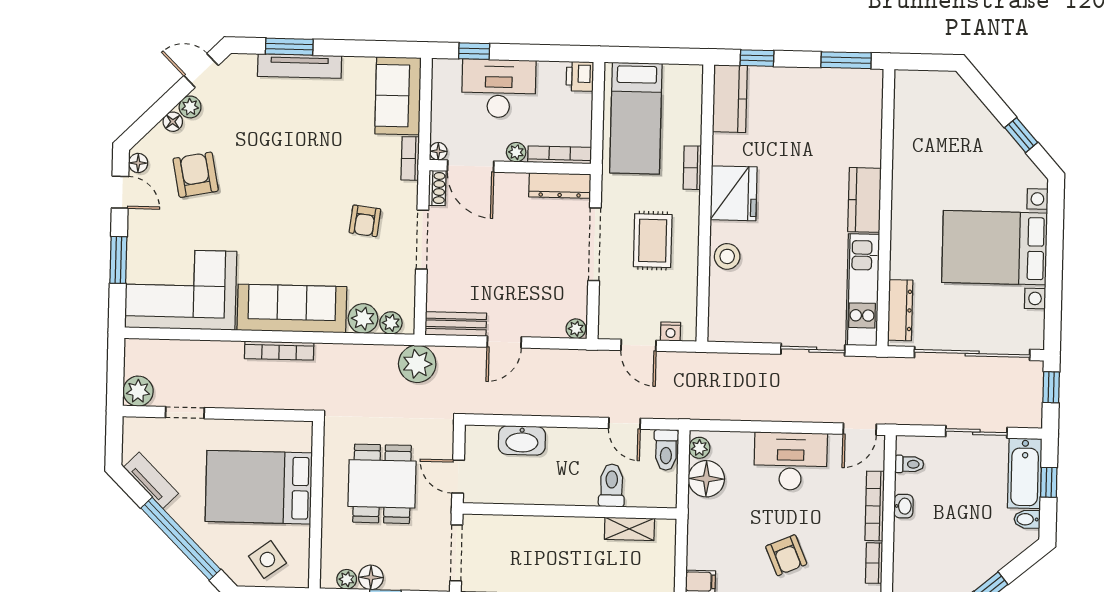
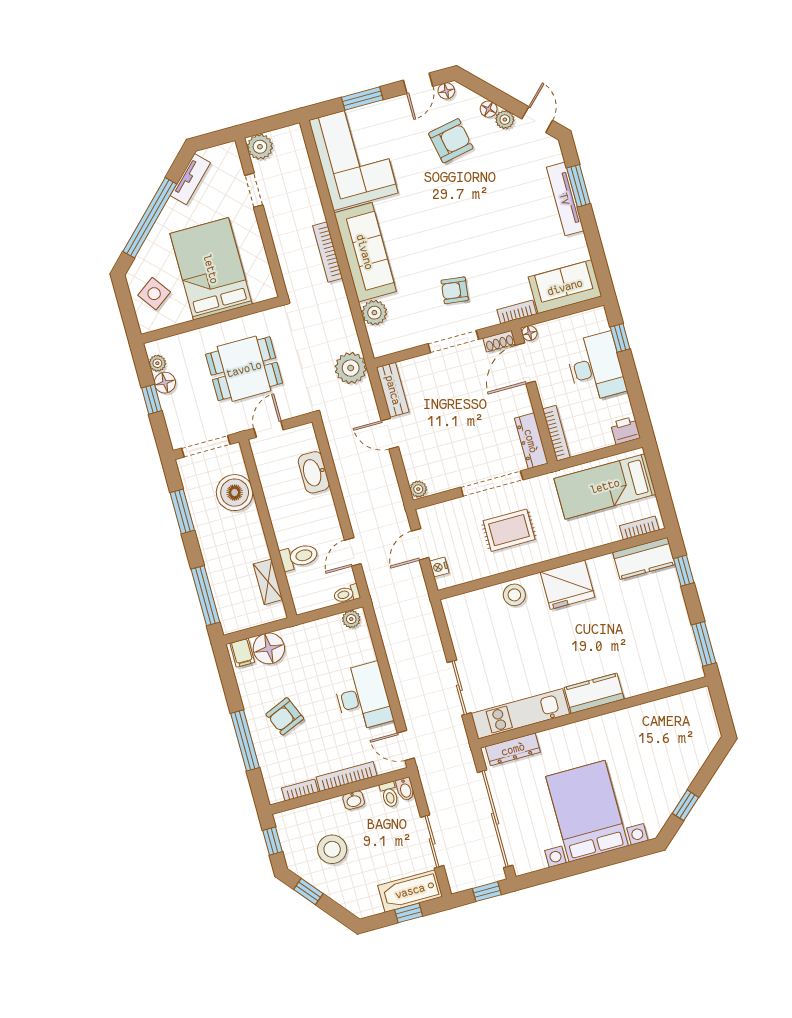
plant: (516, 152) -> (548, 397), removed
bookcase: (692, 168) -> (639, 528), moved
plant: (391, 323) -> (378, 337), removed
toilet: (666, 450) -> (347, 594), width x0.73, depth x0.72
floor lamp: (706, 479) -> (269, 648), moved
bidet: (1027, 519) -> (405, 789), moved, turned 180
boiler: (518, 536) -> (235, 493), added
stool: (951, 547) -> (332, 849), added

